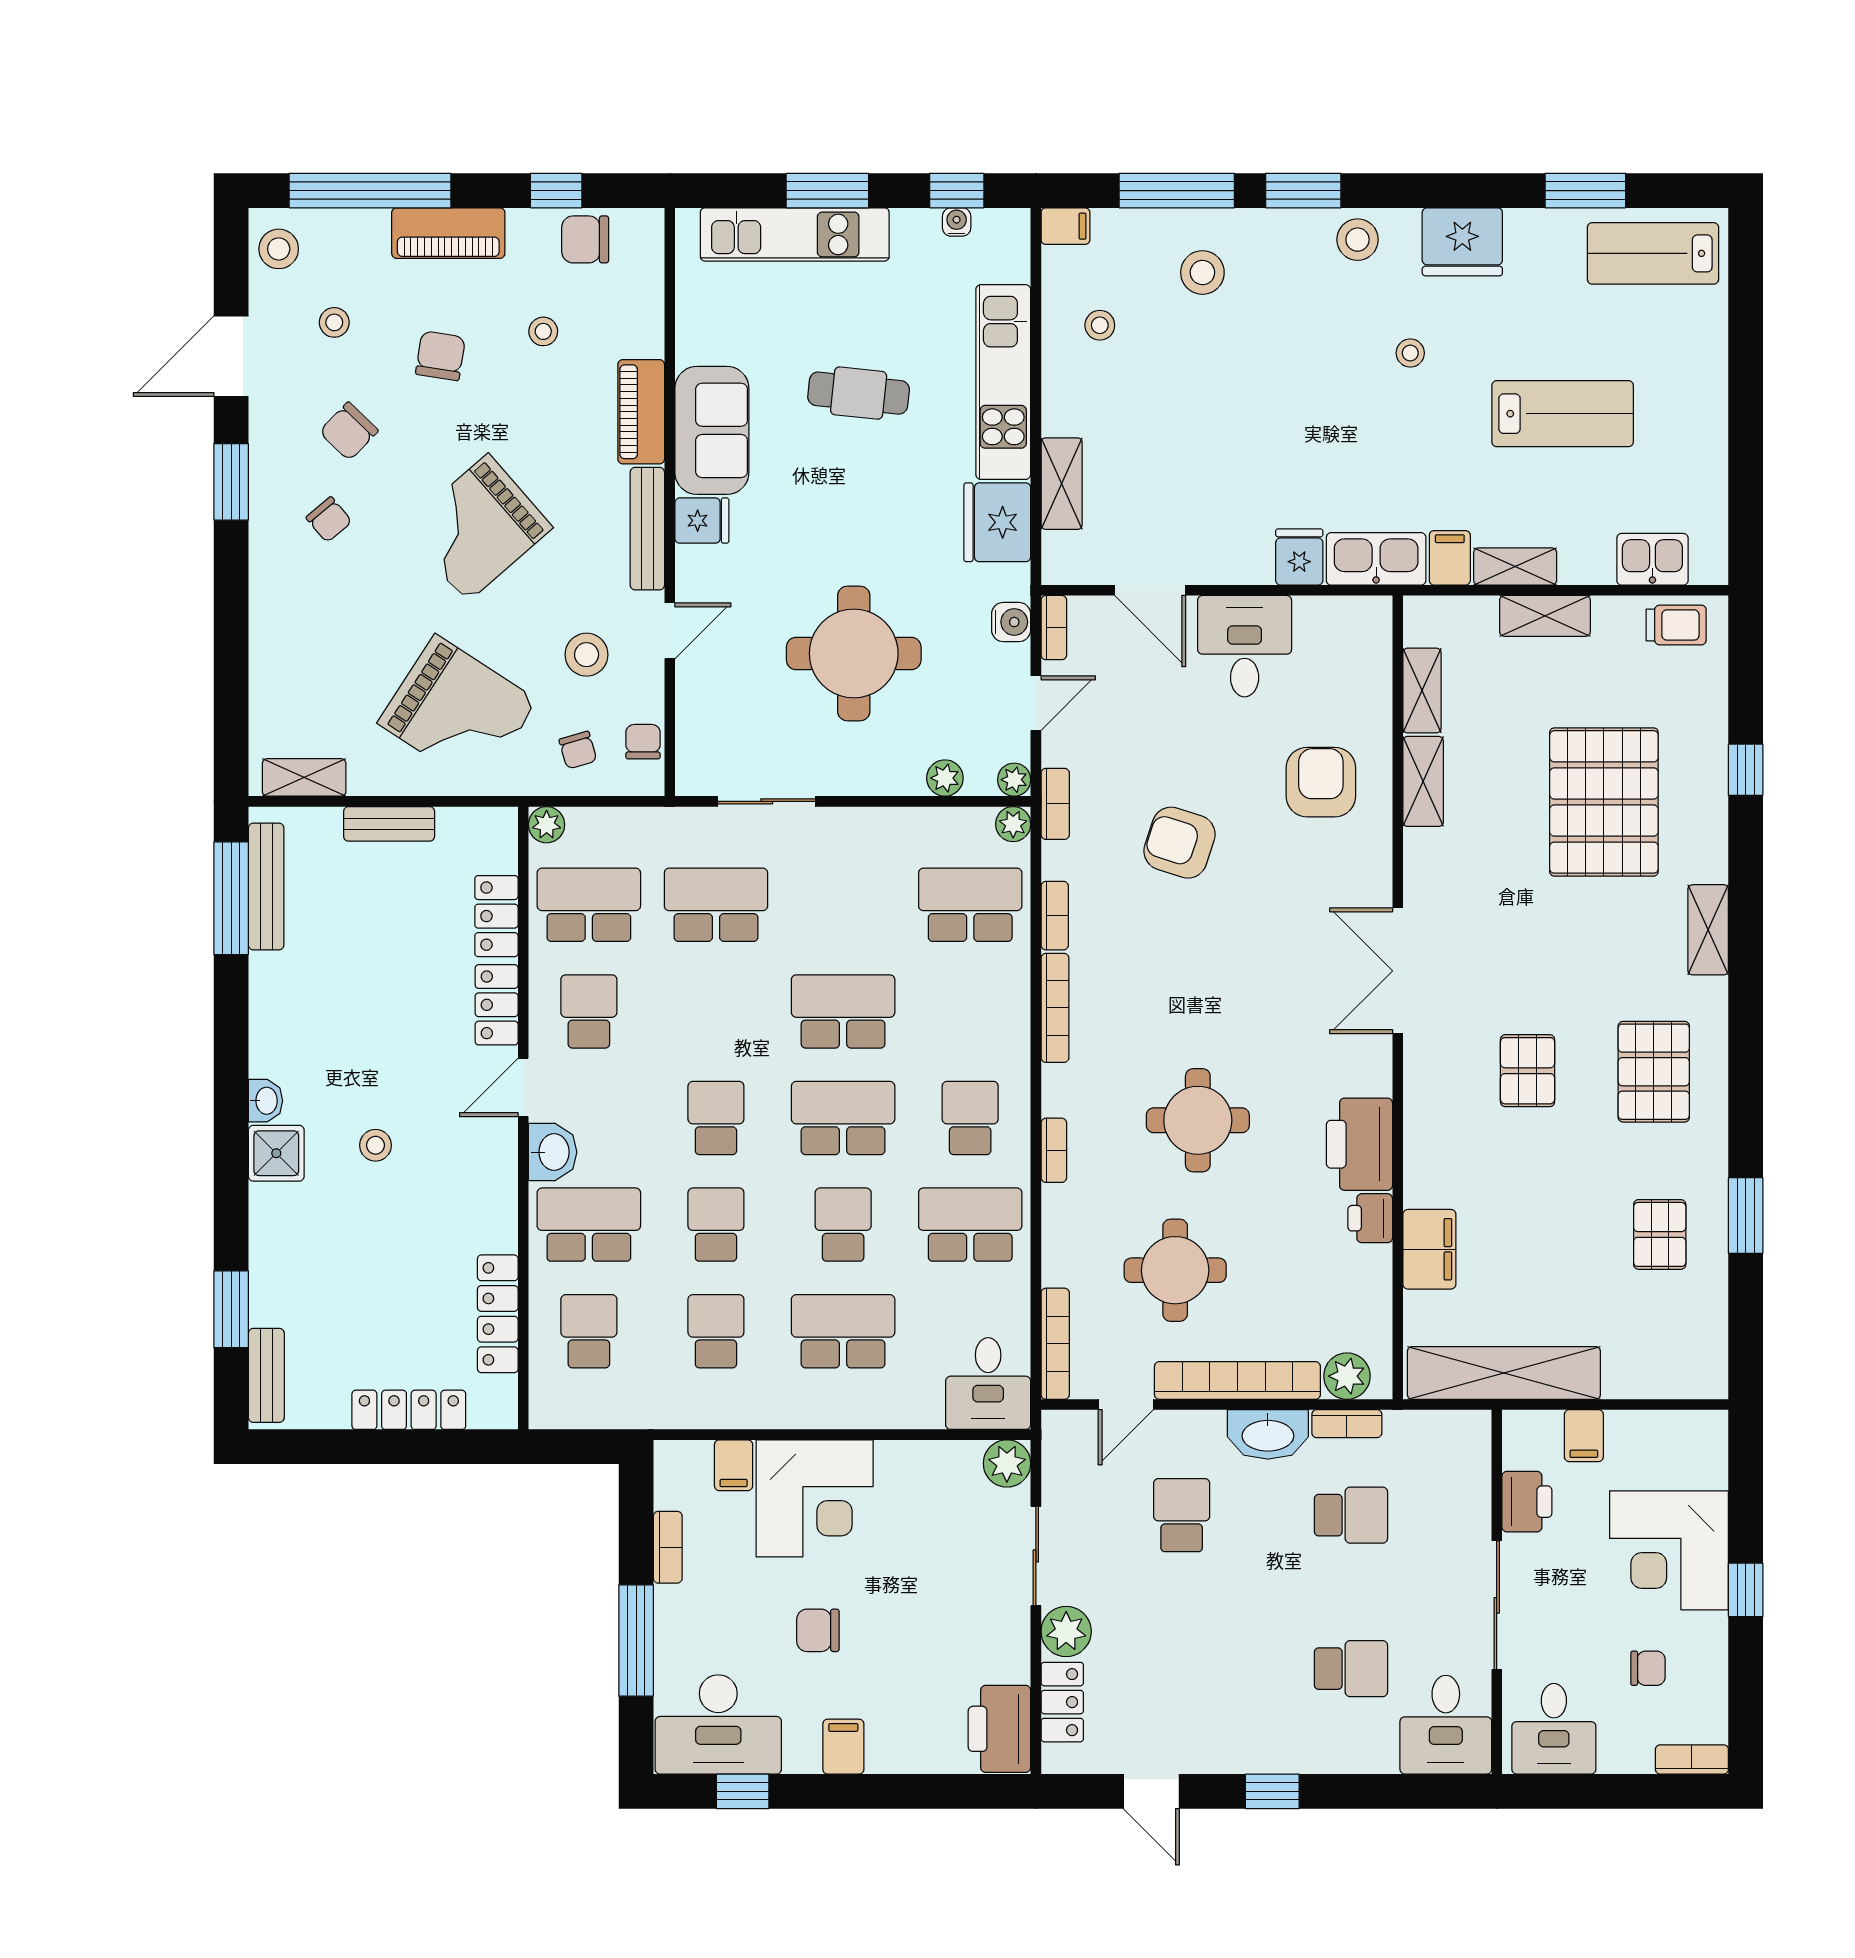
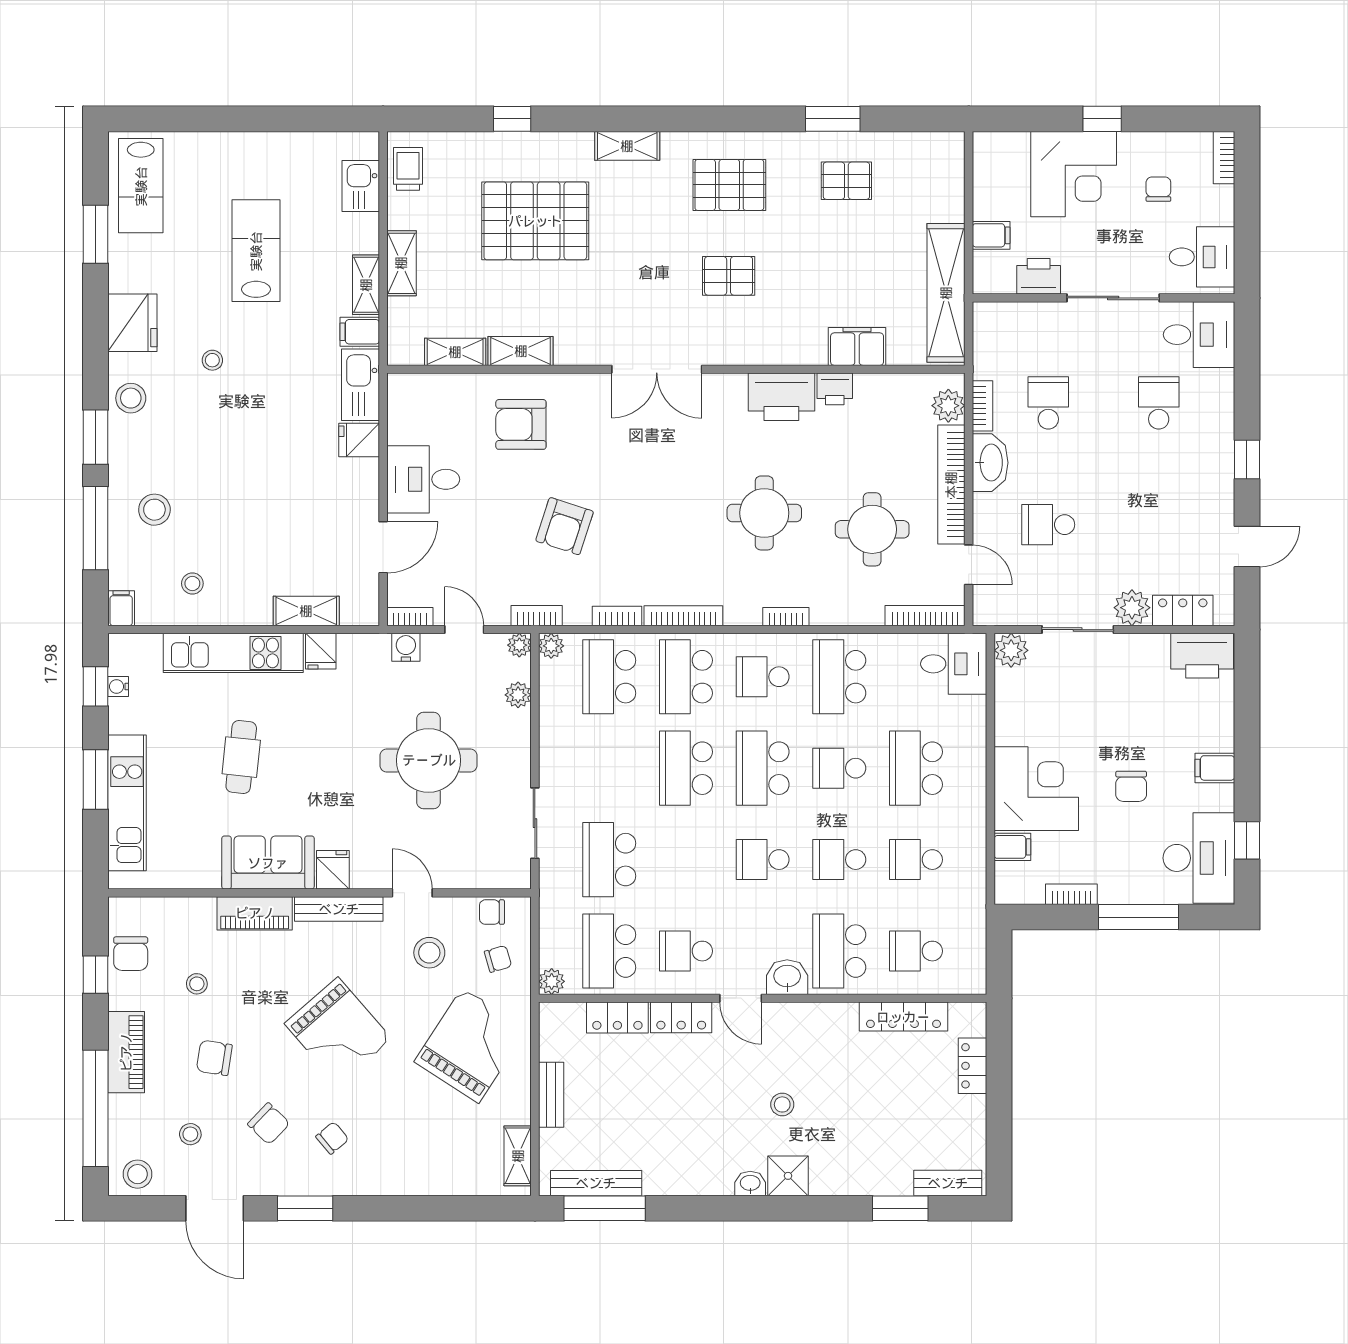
fridge: (997, 522) -> (321, 651), width x0.53, depth x0.75
school desk: (970, 1011) -> (686, 677), added
locker: (409, 1410) -> (973, 1066), width x0.66

